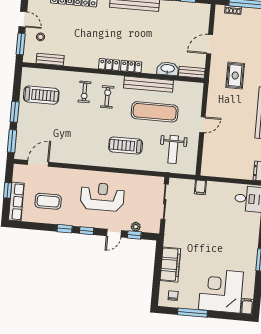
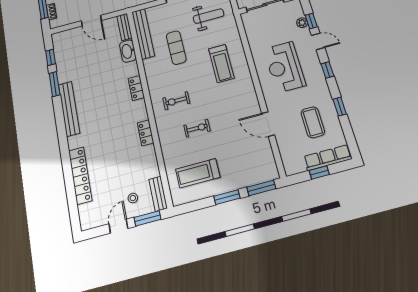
bench: (50, 59) -> (158, 194), moved
locker: (109, 64) -> (146, 133), moved
bench: (148, 84) -> (143, 34), moved
exercise bike: (85, 92) -> (197, 128), moved
treadmill: (41, 95) -> (198, 173), turned -90
exercise mat: (155, 112) -> (176, 48), width x0.73, depth x0.69
door: (38, 163) -> (268, 124), moved
window: (65, 229) -> (340, 106), moved

